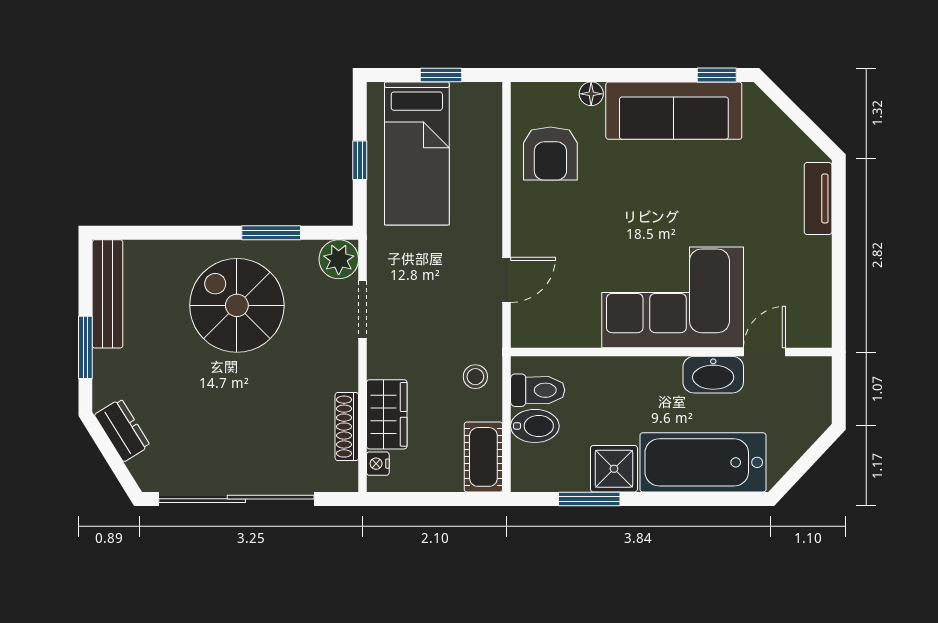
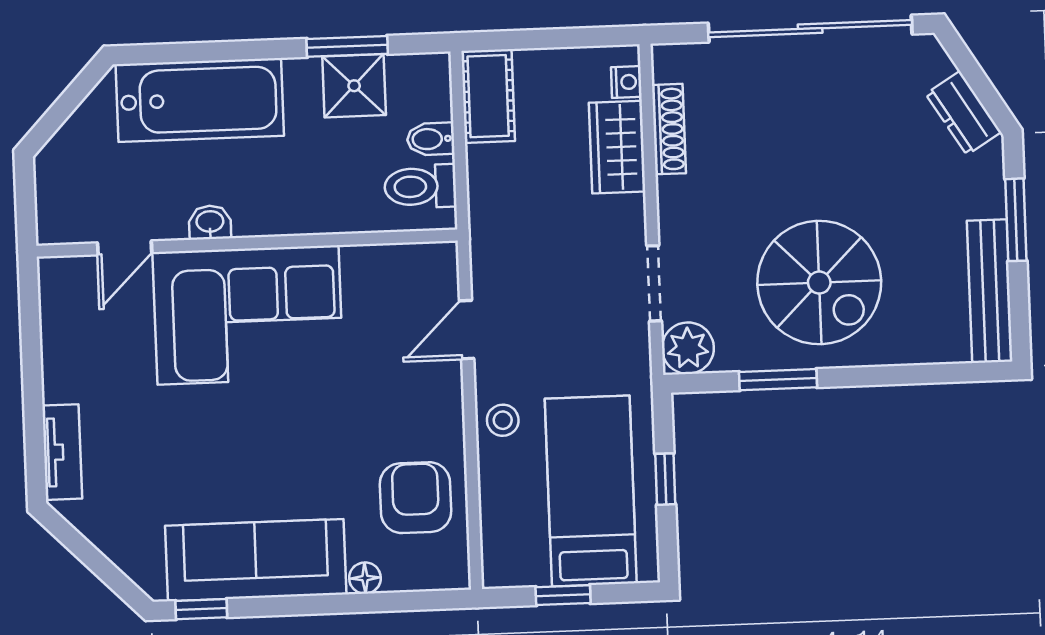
washbasin: (713, 375) -> (210, 222), width x0.52, depth x0.69
stool: (475, 377) -> (503, 420), moved
bidet: (535, 426) -> (431, 139), width x0.72, depth x0.74
shower: (614, 469) -> (354, 86), moved

